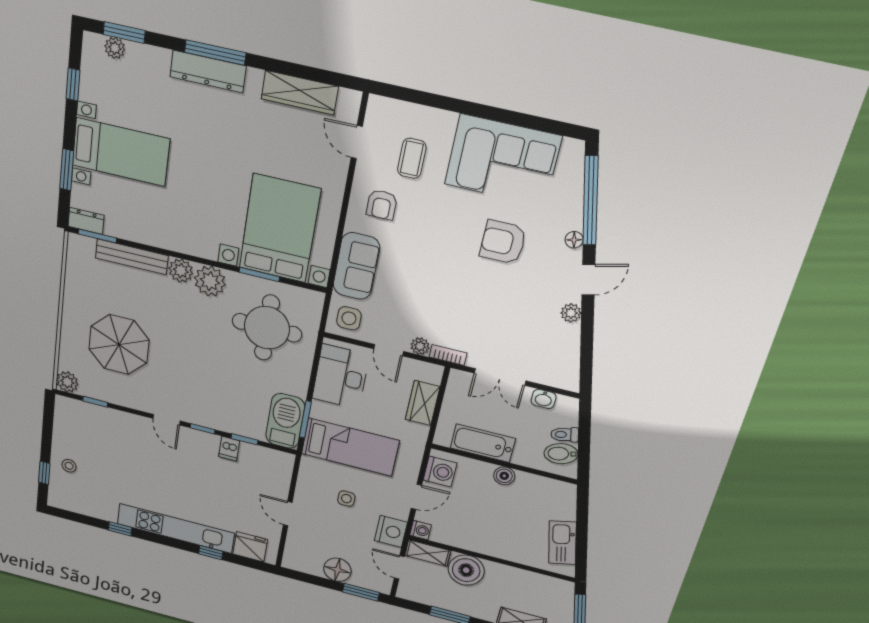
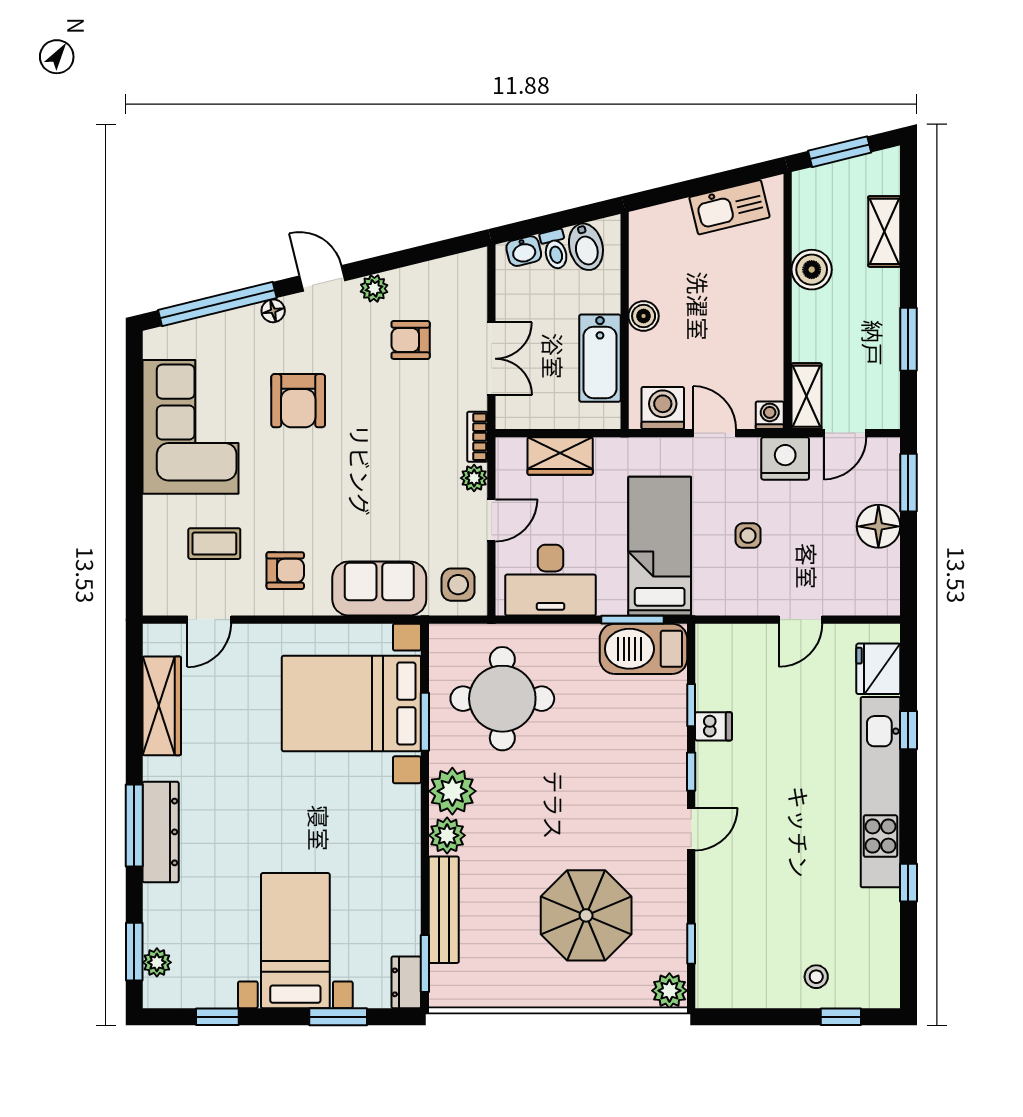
armchair: (527, 328) -> (411, 340), added
washbasin: (544, 399) -> (524, 251), moved, turned 76
boiler: (466, 570) -> (812, 270), moved, width x0.73, depth x0.73

